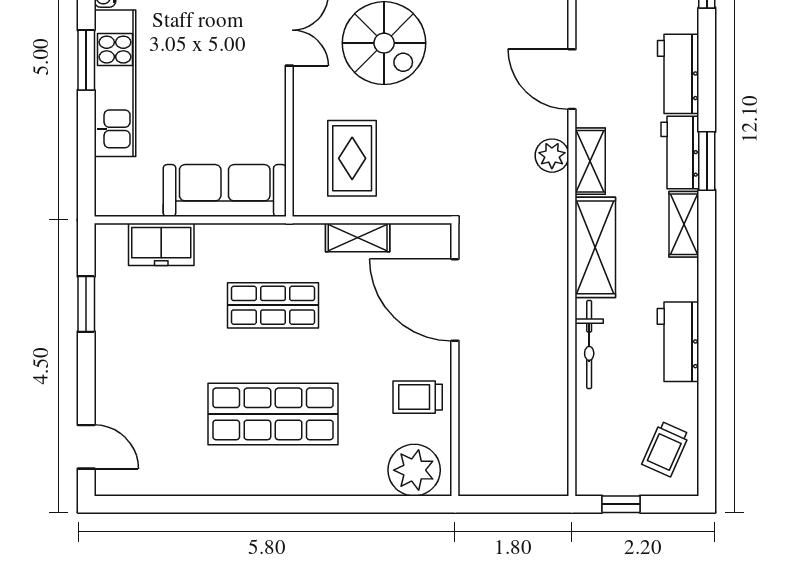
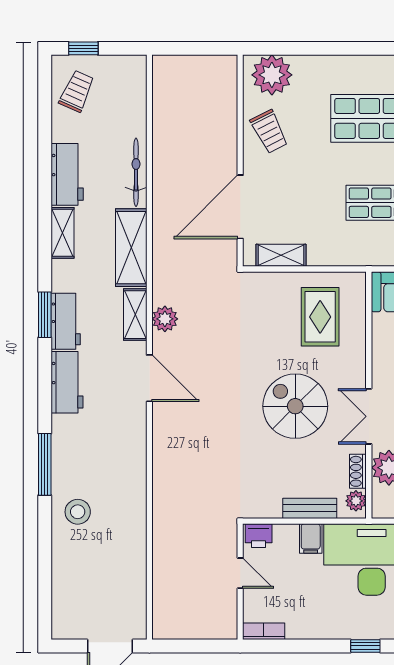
shelving: (684, 224) -> (63, 233), moved
shelving: (358, 238) -> (281, 255), moved
door: (455, 300) -> (240, 207), swing flipped
trolley: (418, 397) -> (269, 131), turned 63
window: (621, 504) -> (83, 48), moved

